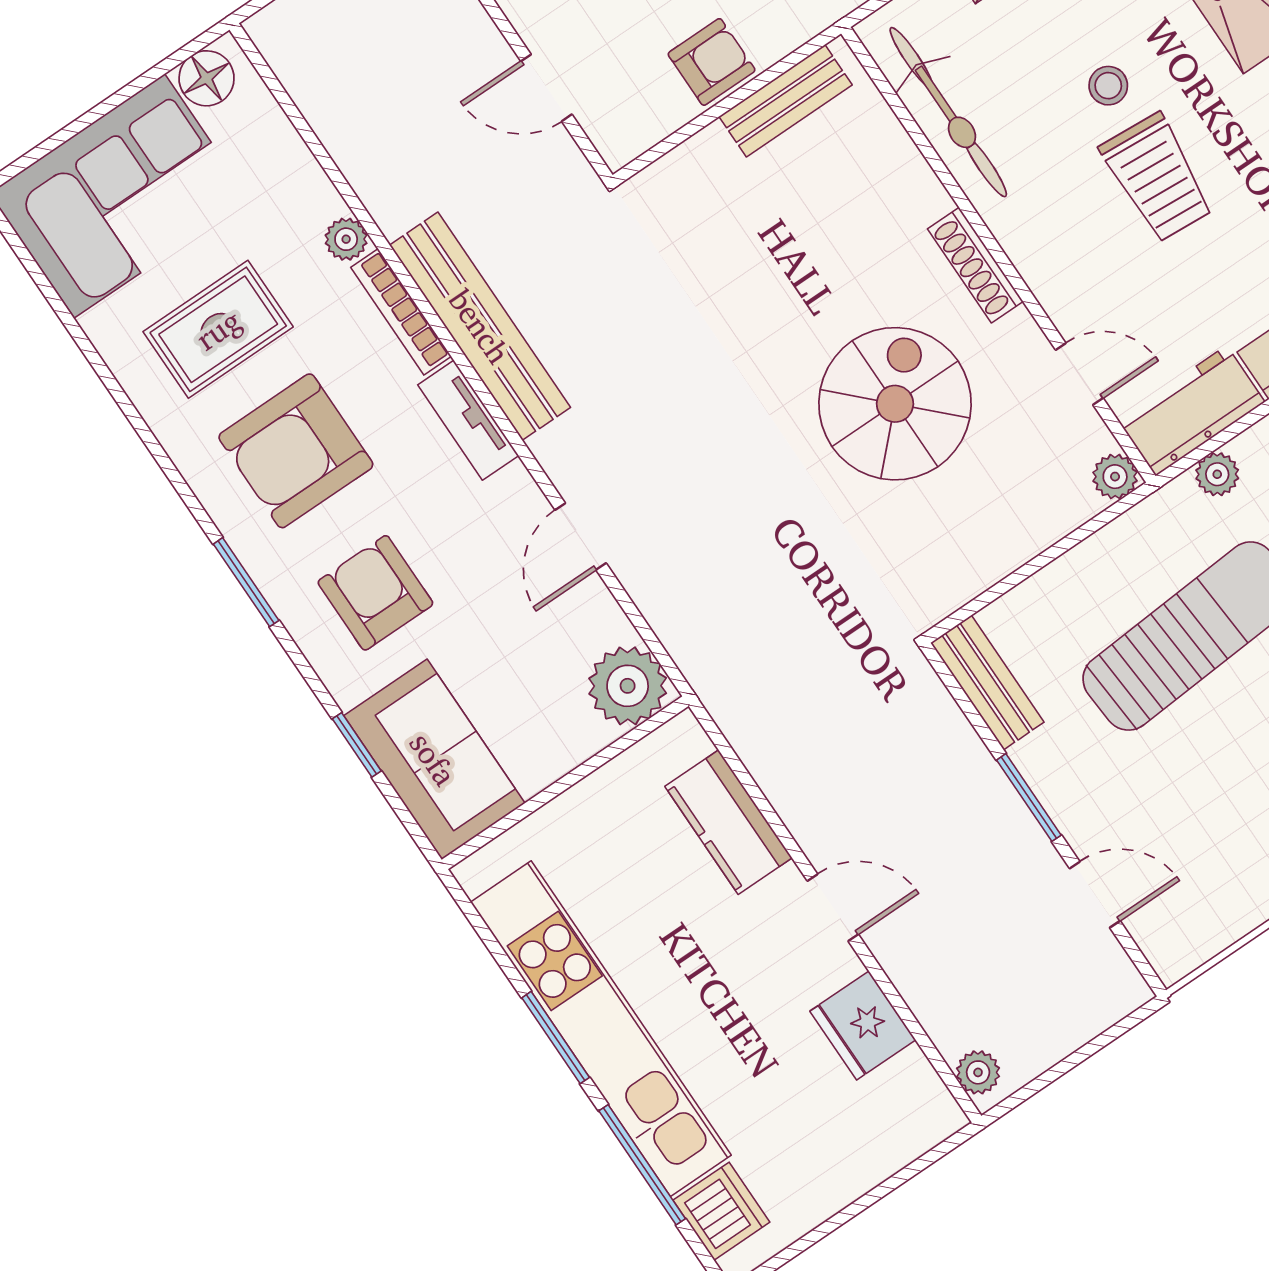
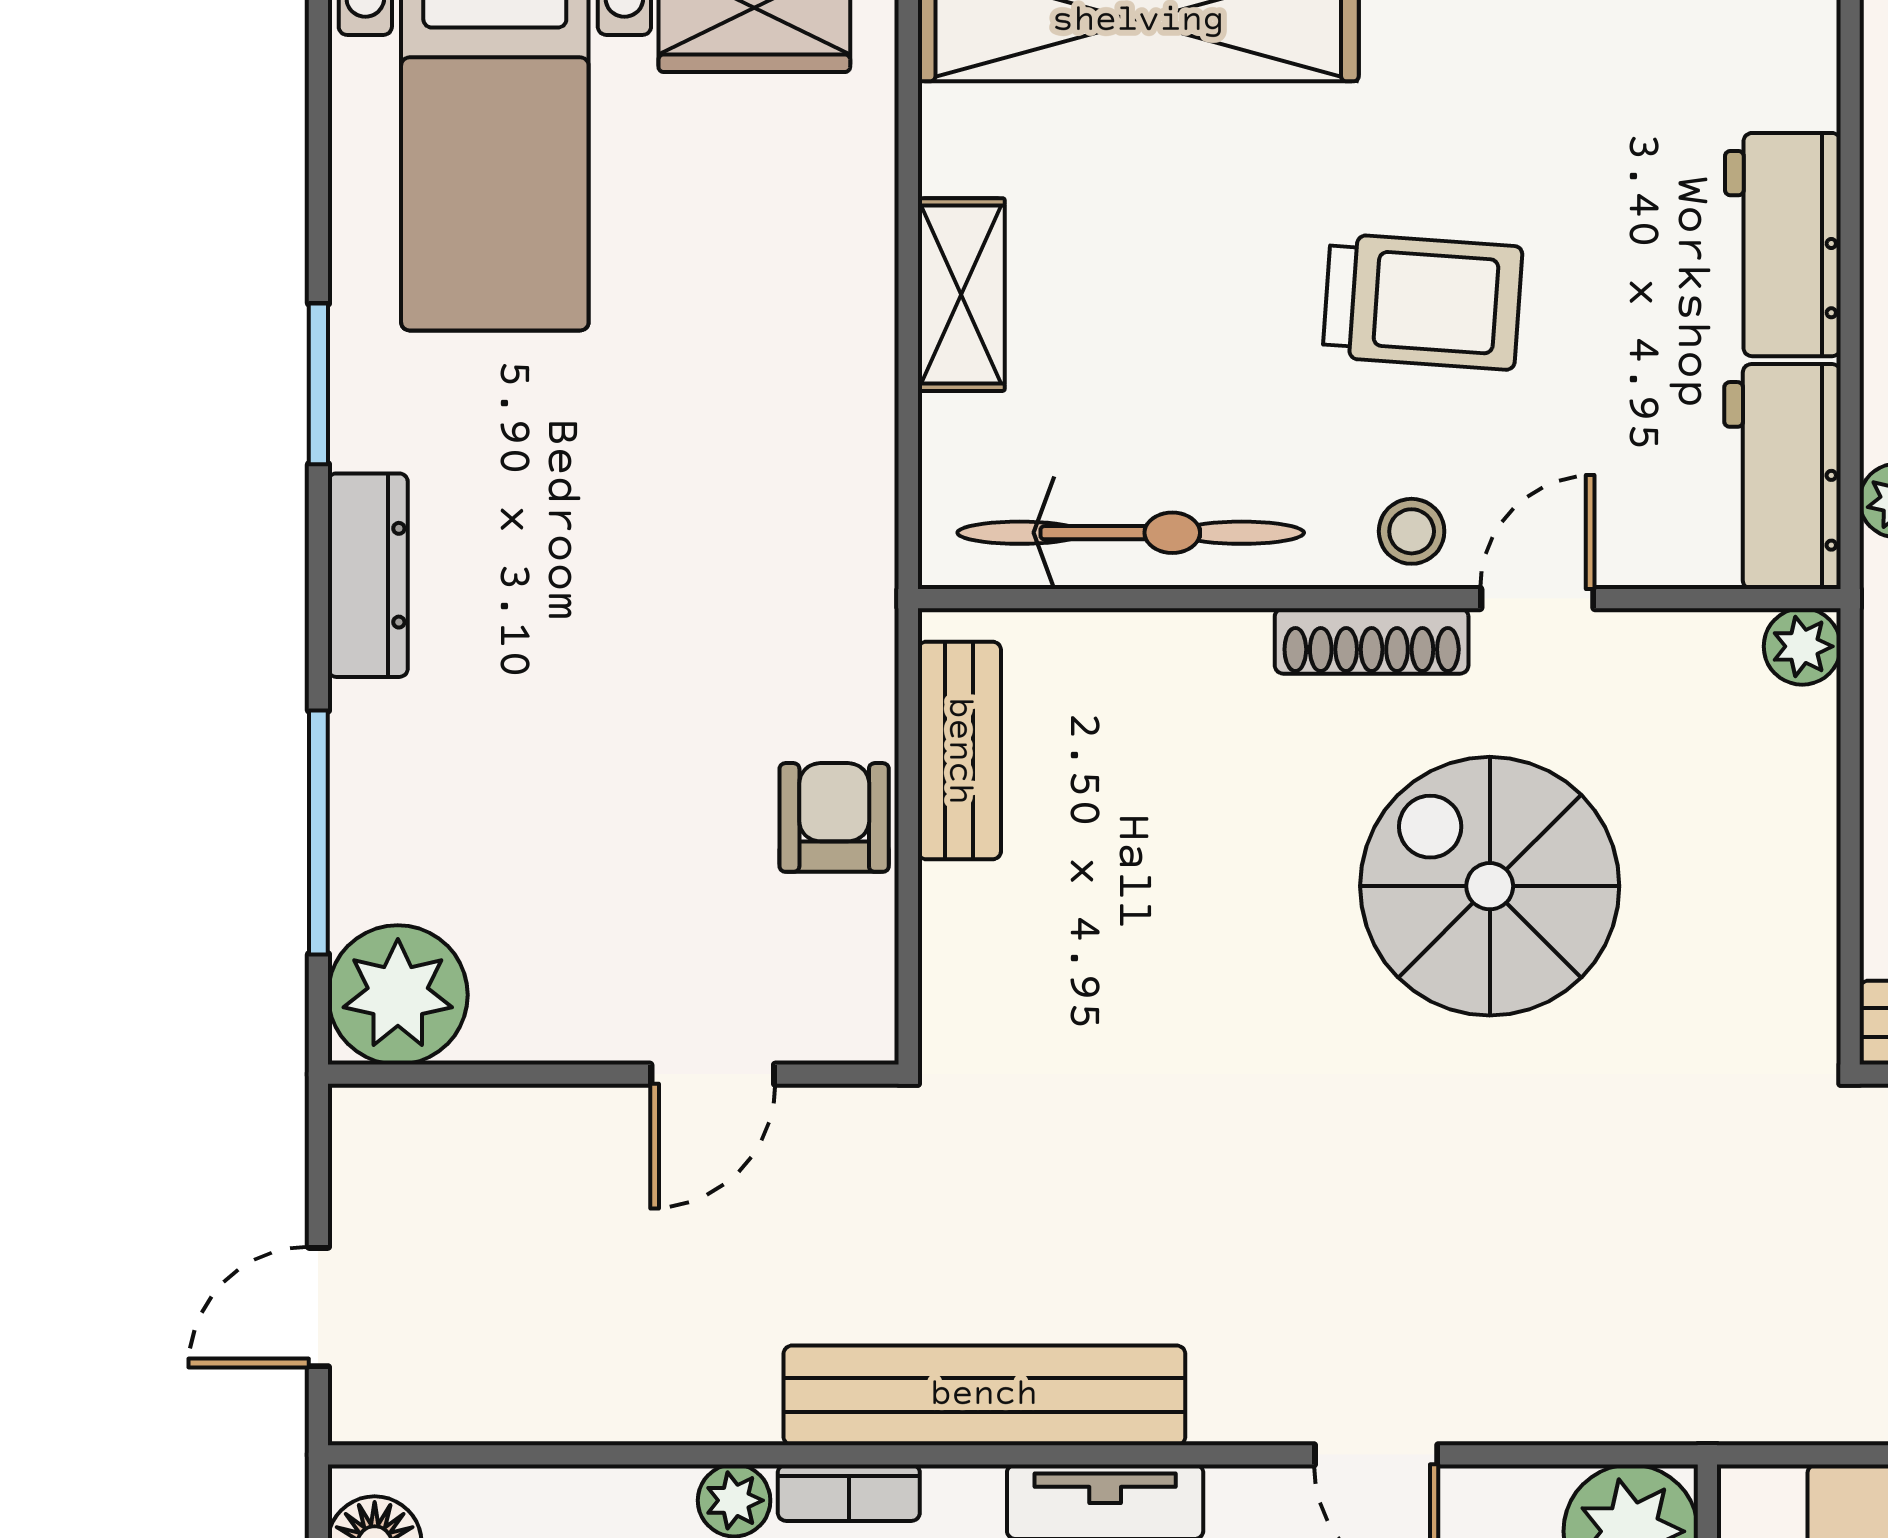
stool: (1108, 86) -> (1412, 531), moved
bookcase: (401, 312) -> (849, 1493), width x0.64
door: (1079, 374) -> (1537, 599), moved

